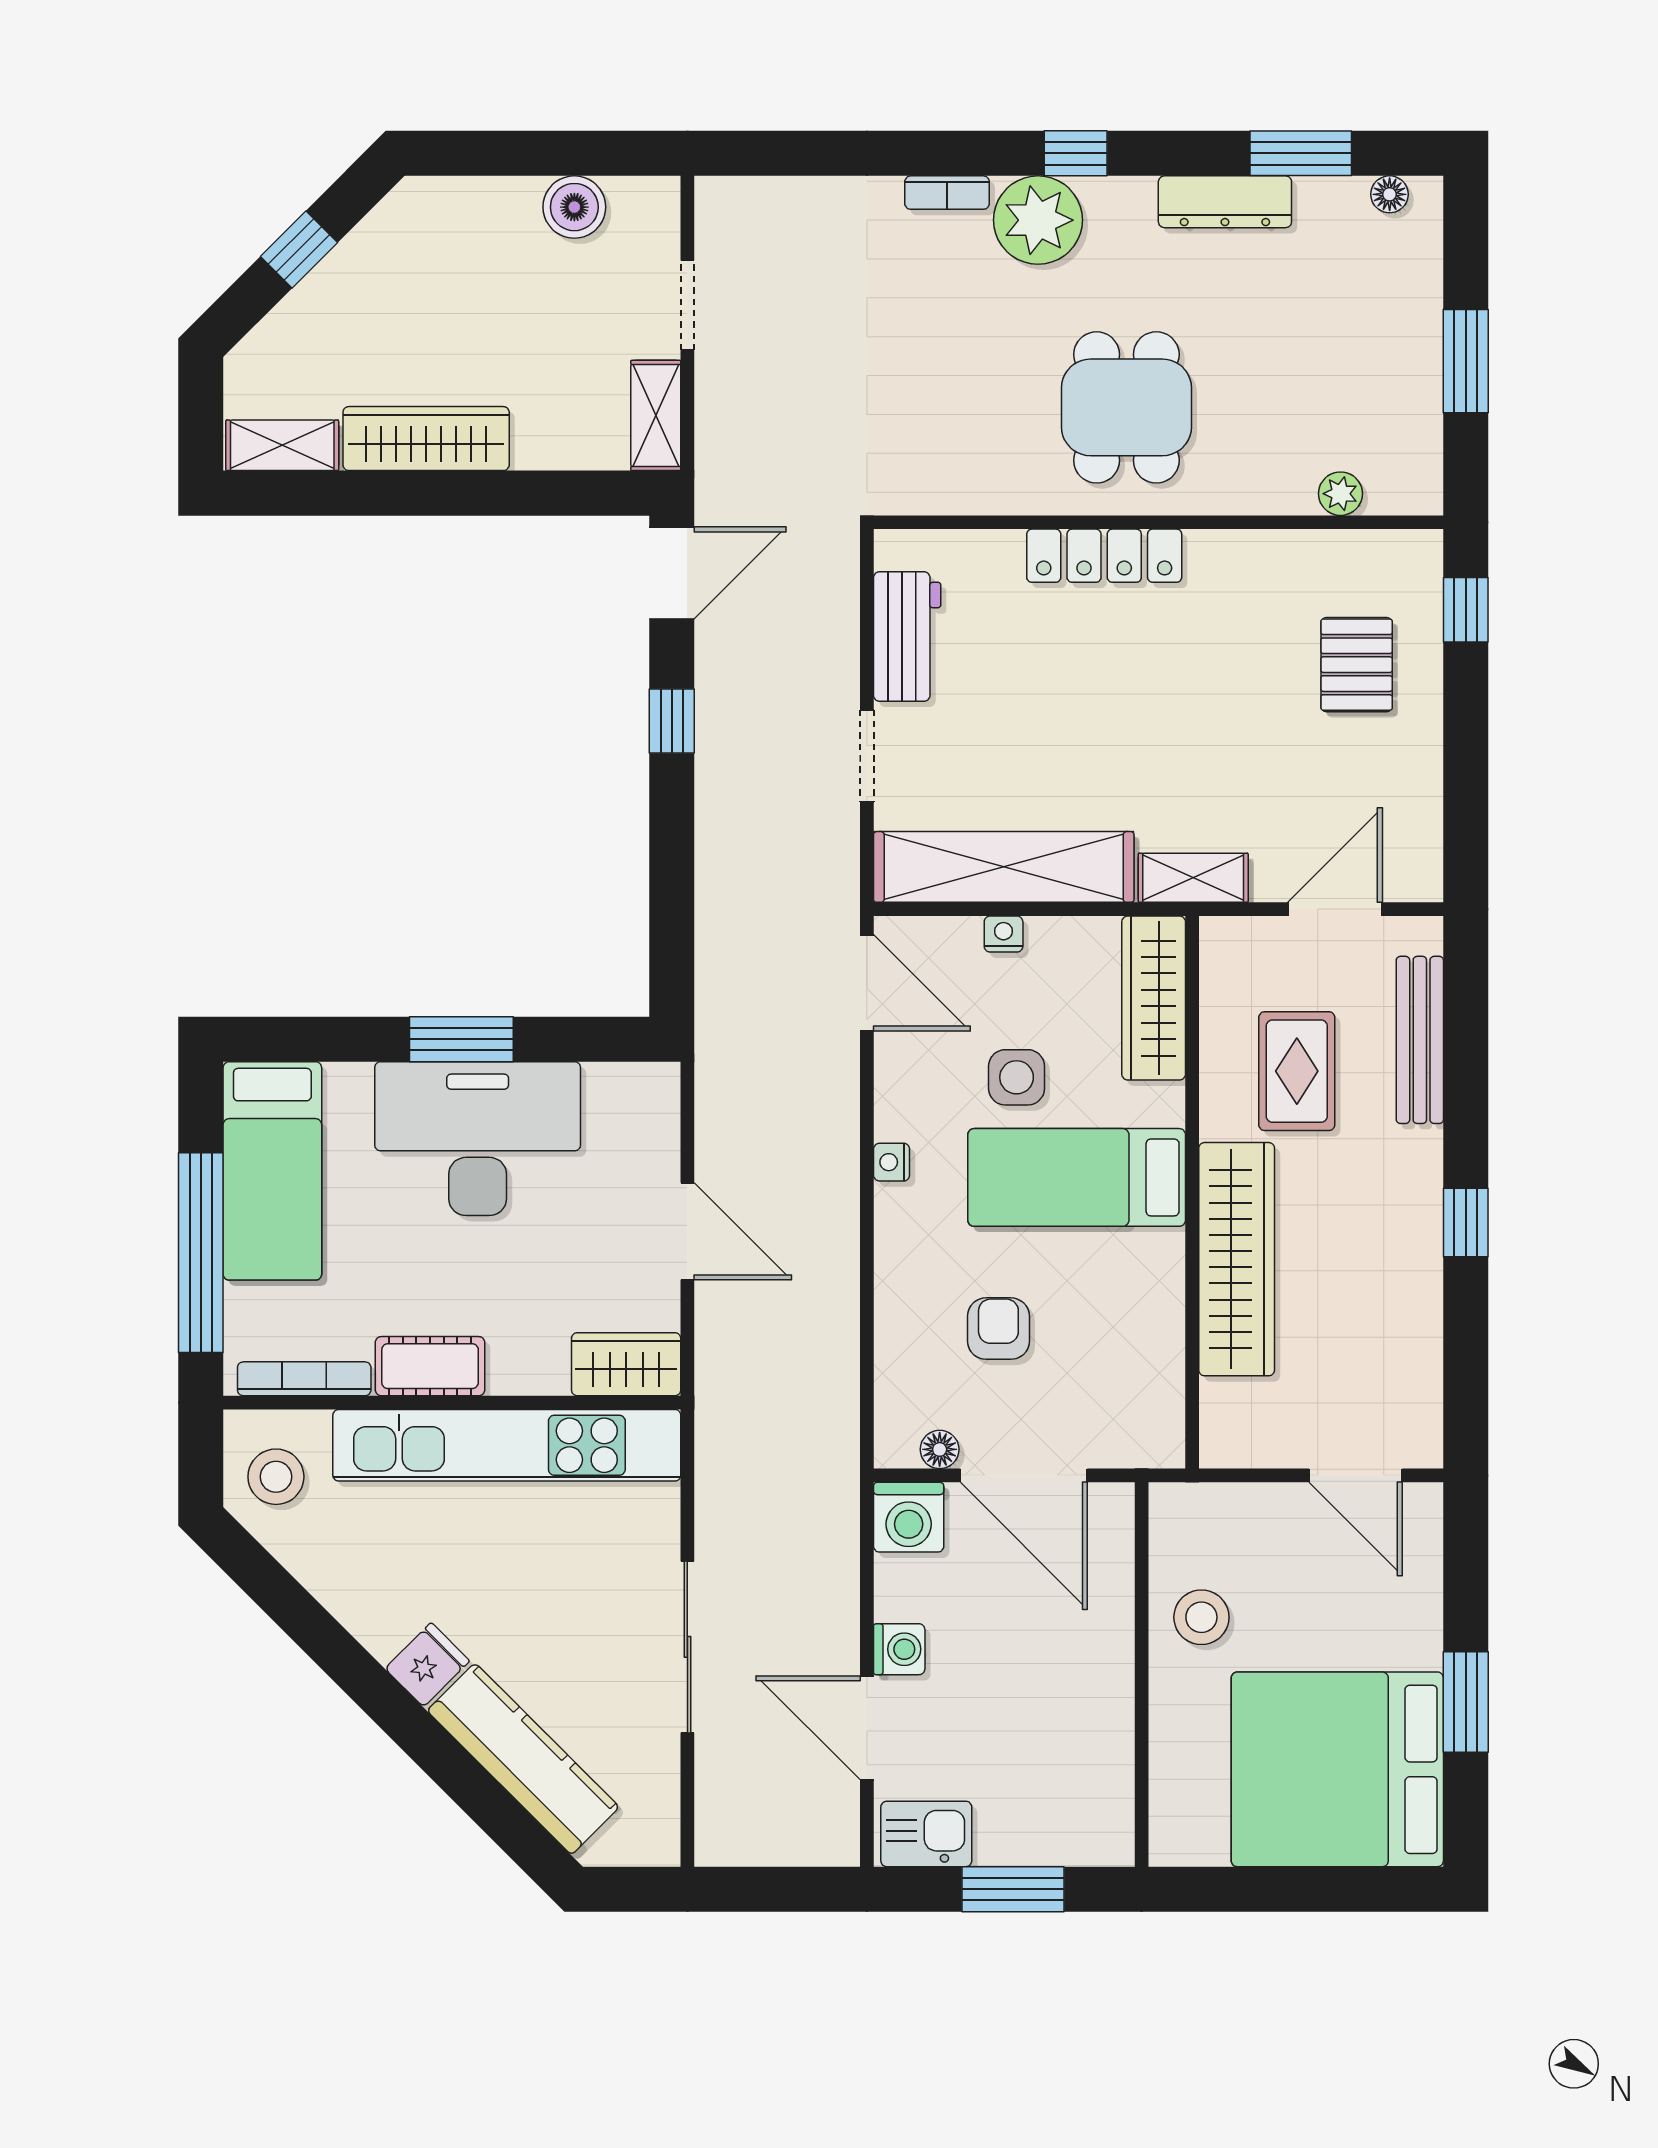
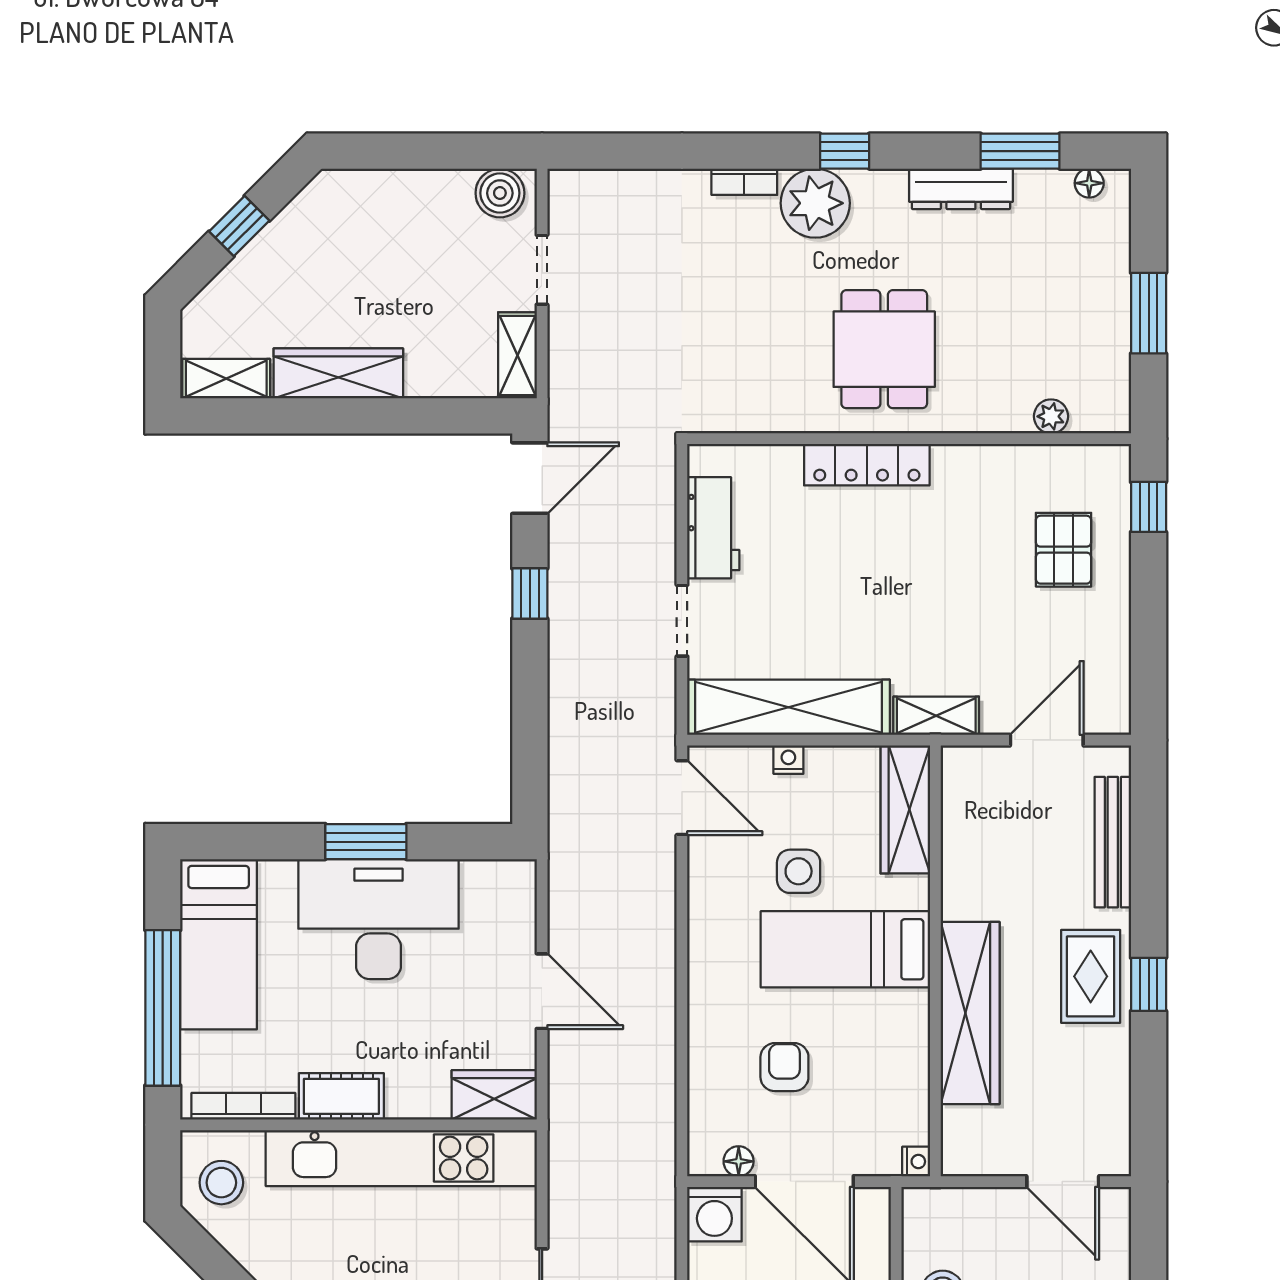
boiler: (574, 207) -> (500, 193), moved
rug: (1297, 1071) -> (1091, 976), moved
nightstand: (892, 1162) -> (916, 1162), moved, turned 180

